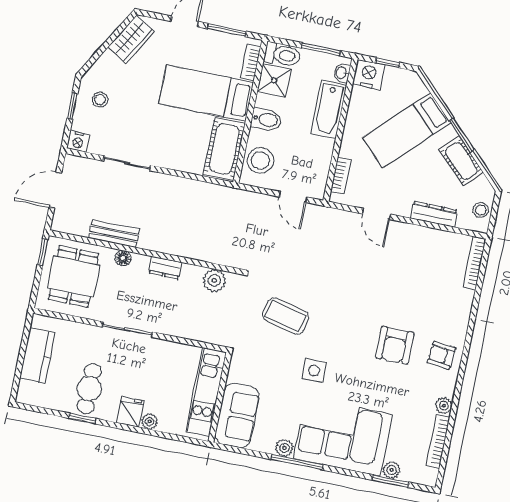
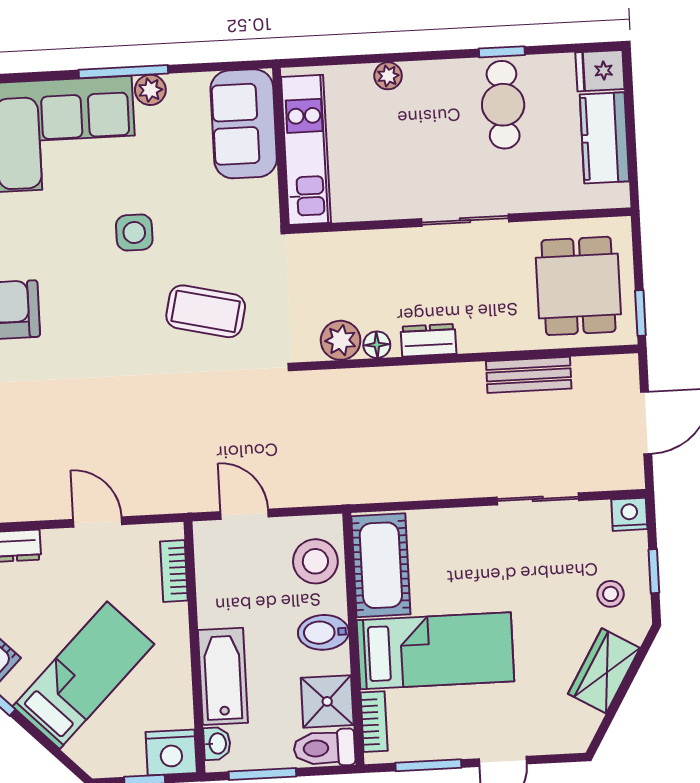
wardrobe: (131, 39) -> (604, 671), moved
floor lamp: (123, 258) -> (377, 345), moved
fridge: (130, 412) -> (600, 71), moved, turned 90

